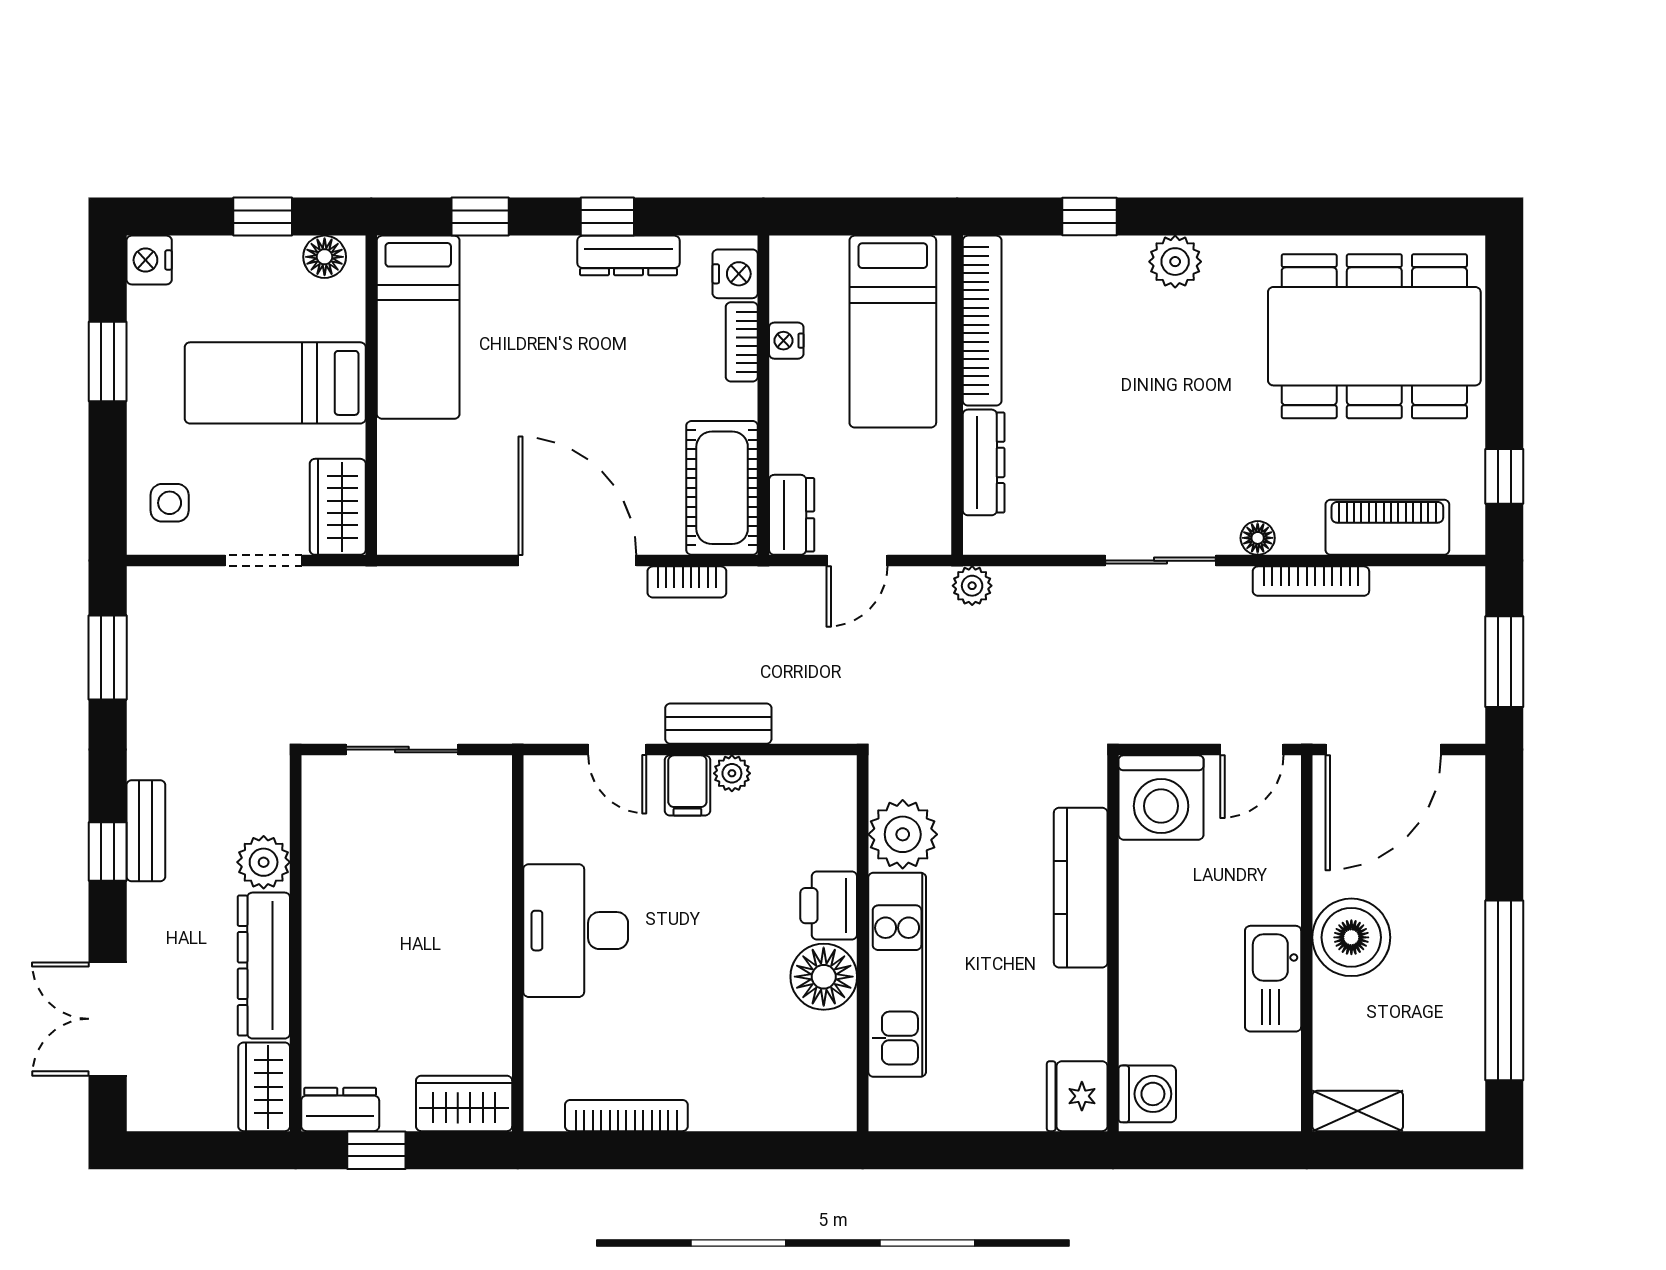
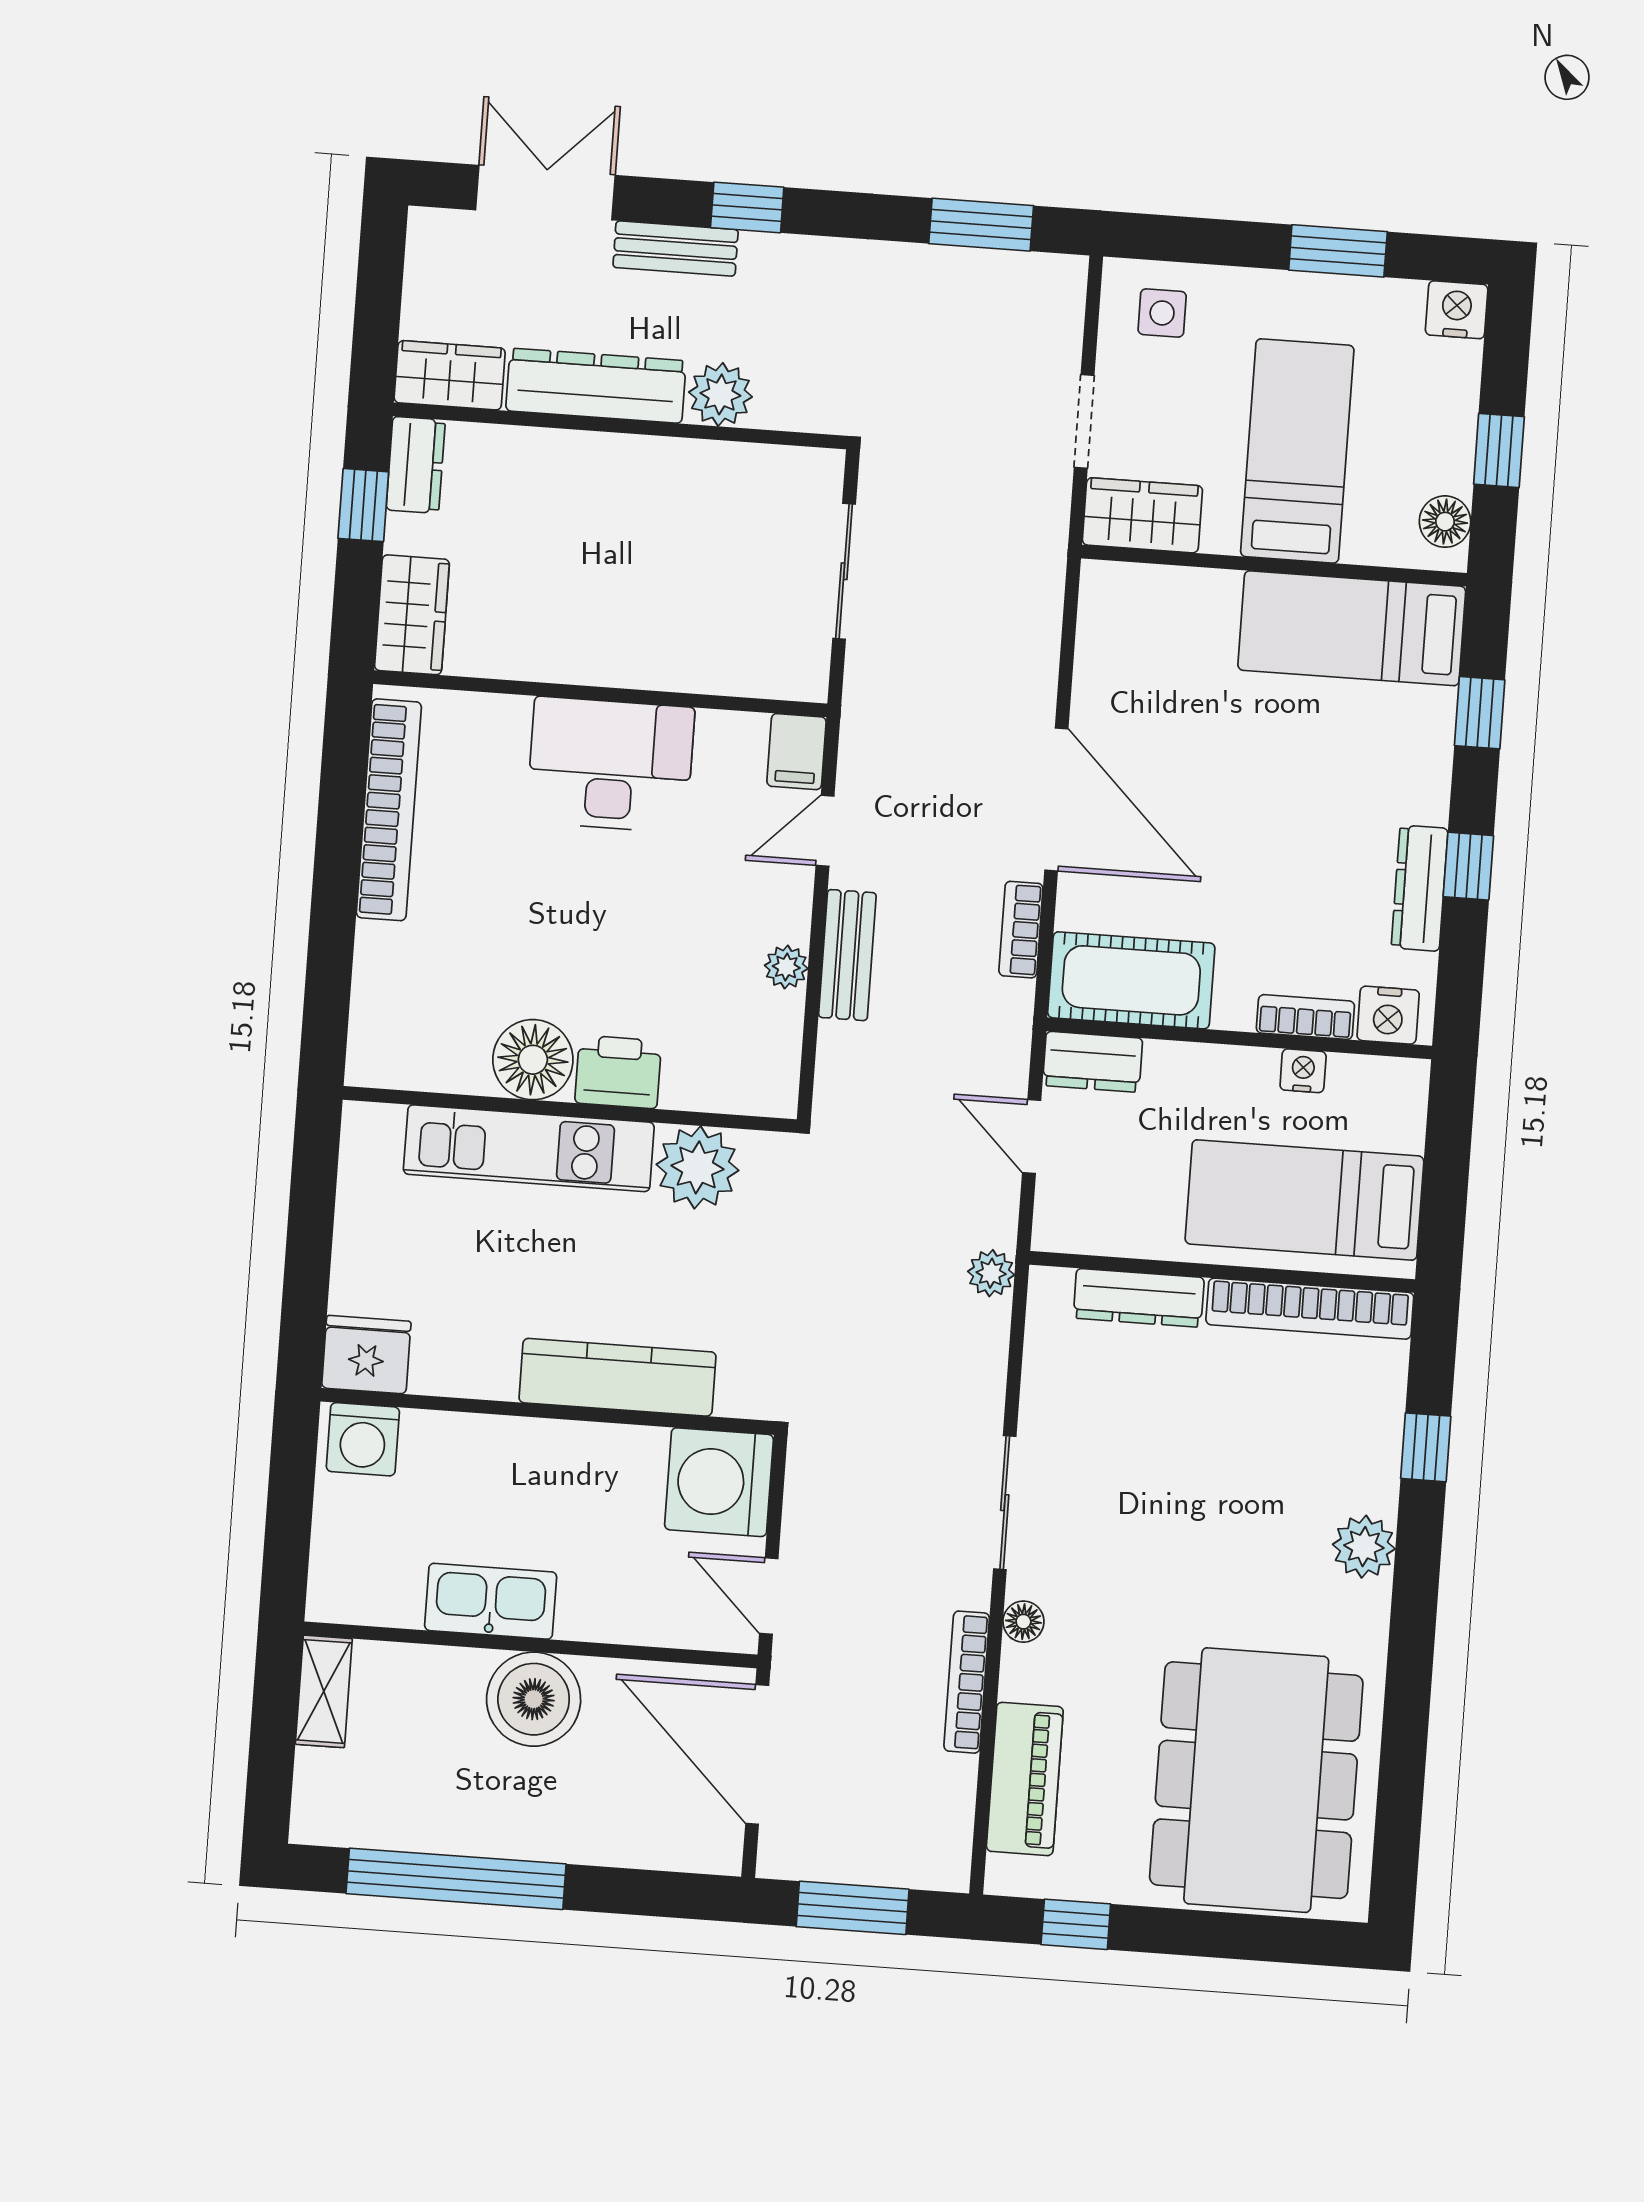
door: (577, 561) -> (1056, 800), hinge flipped
filing cabinet: (687, 785) -> (797, 752), moved, turned -90
bench: (146, 831) -> (676, 249), moved
bookcase: (626, 1116) -> (389, 810), width x1.48, depth x1.31

